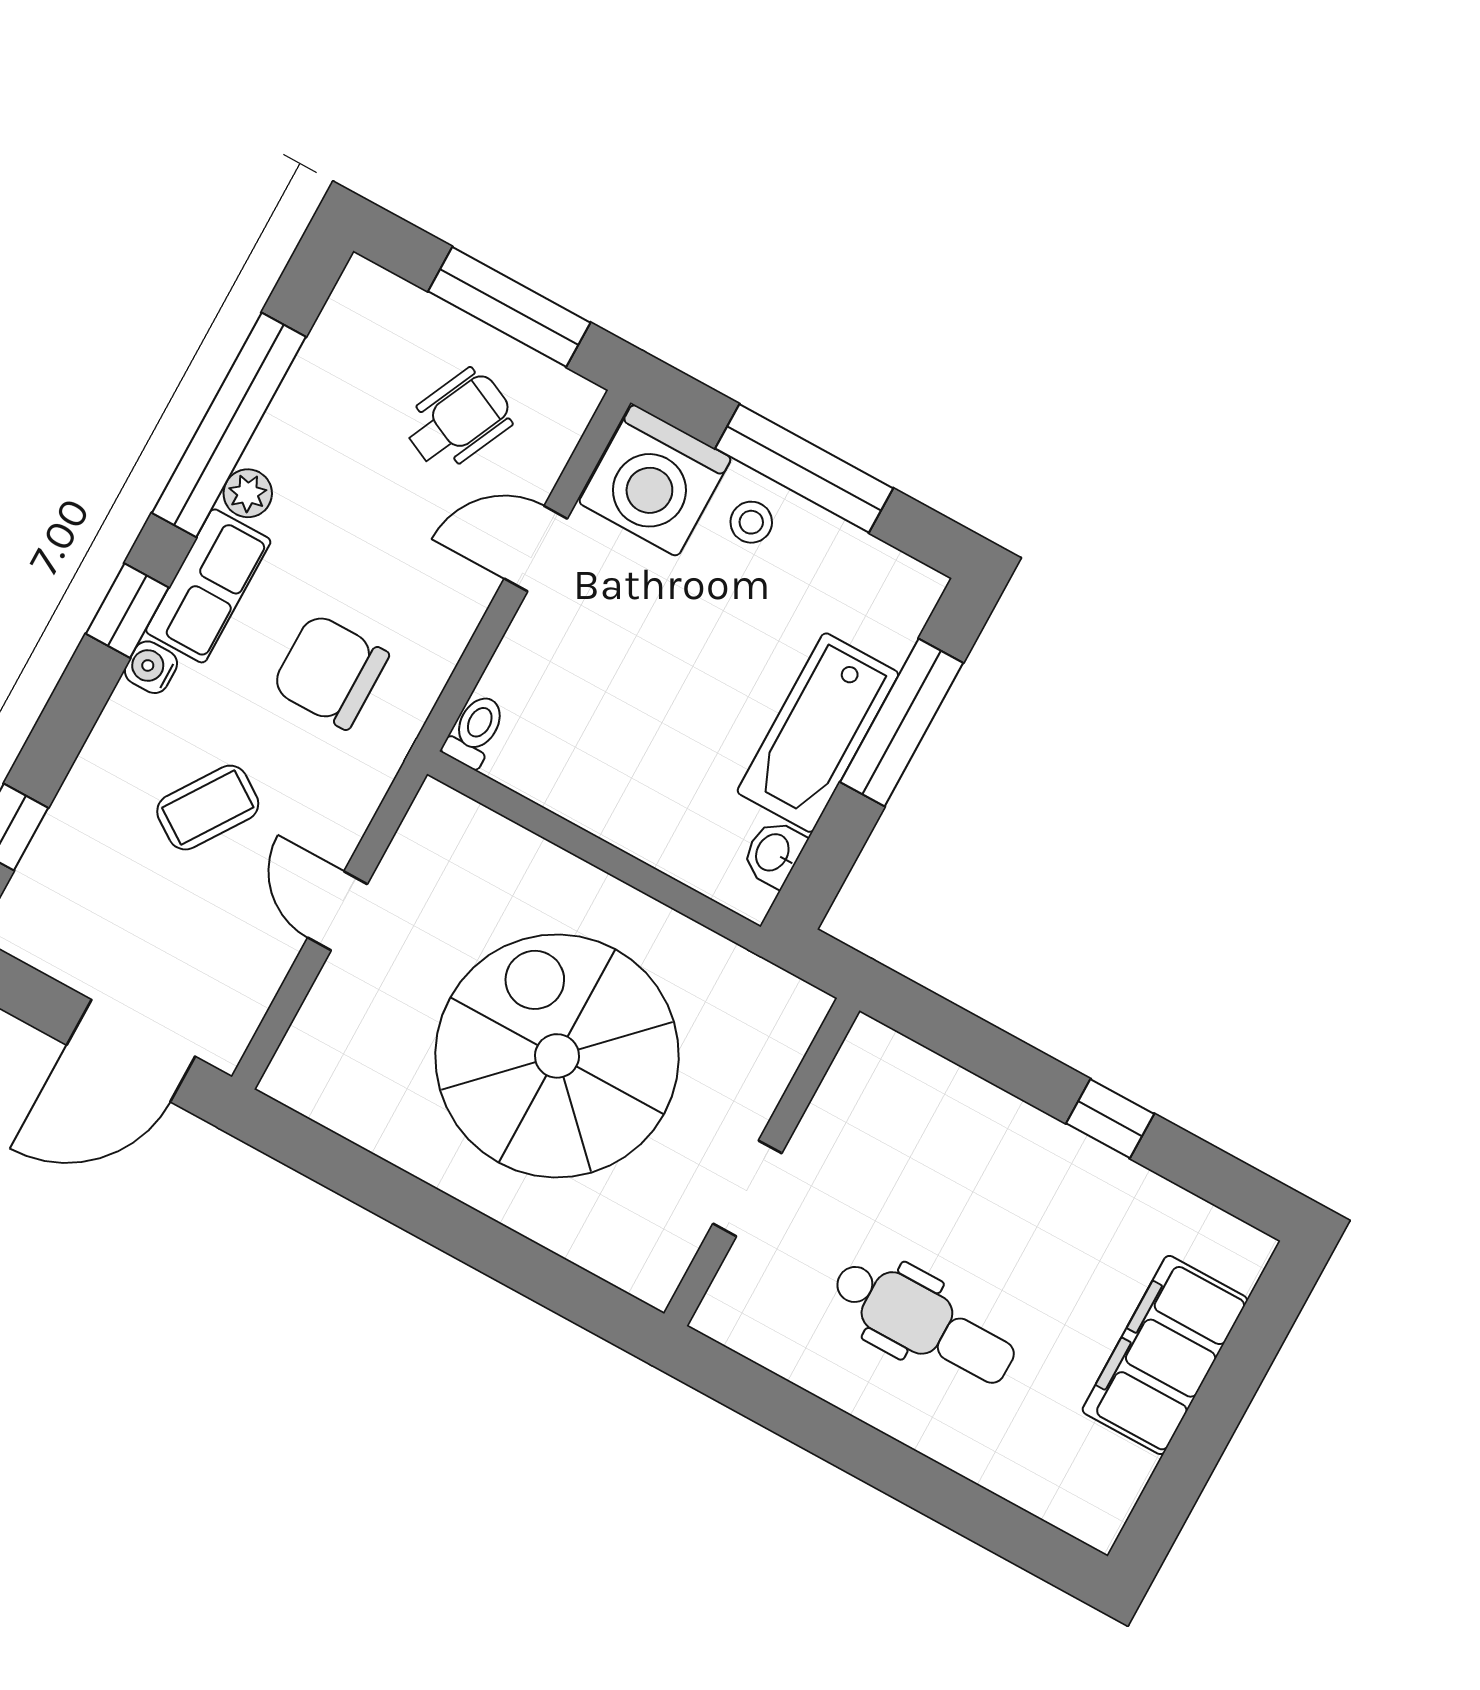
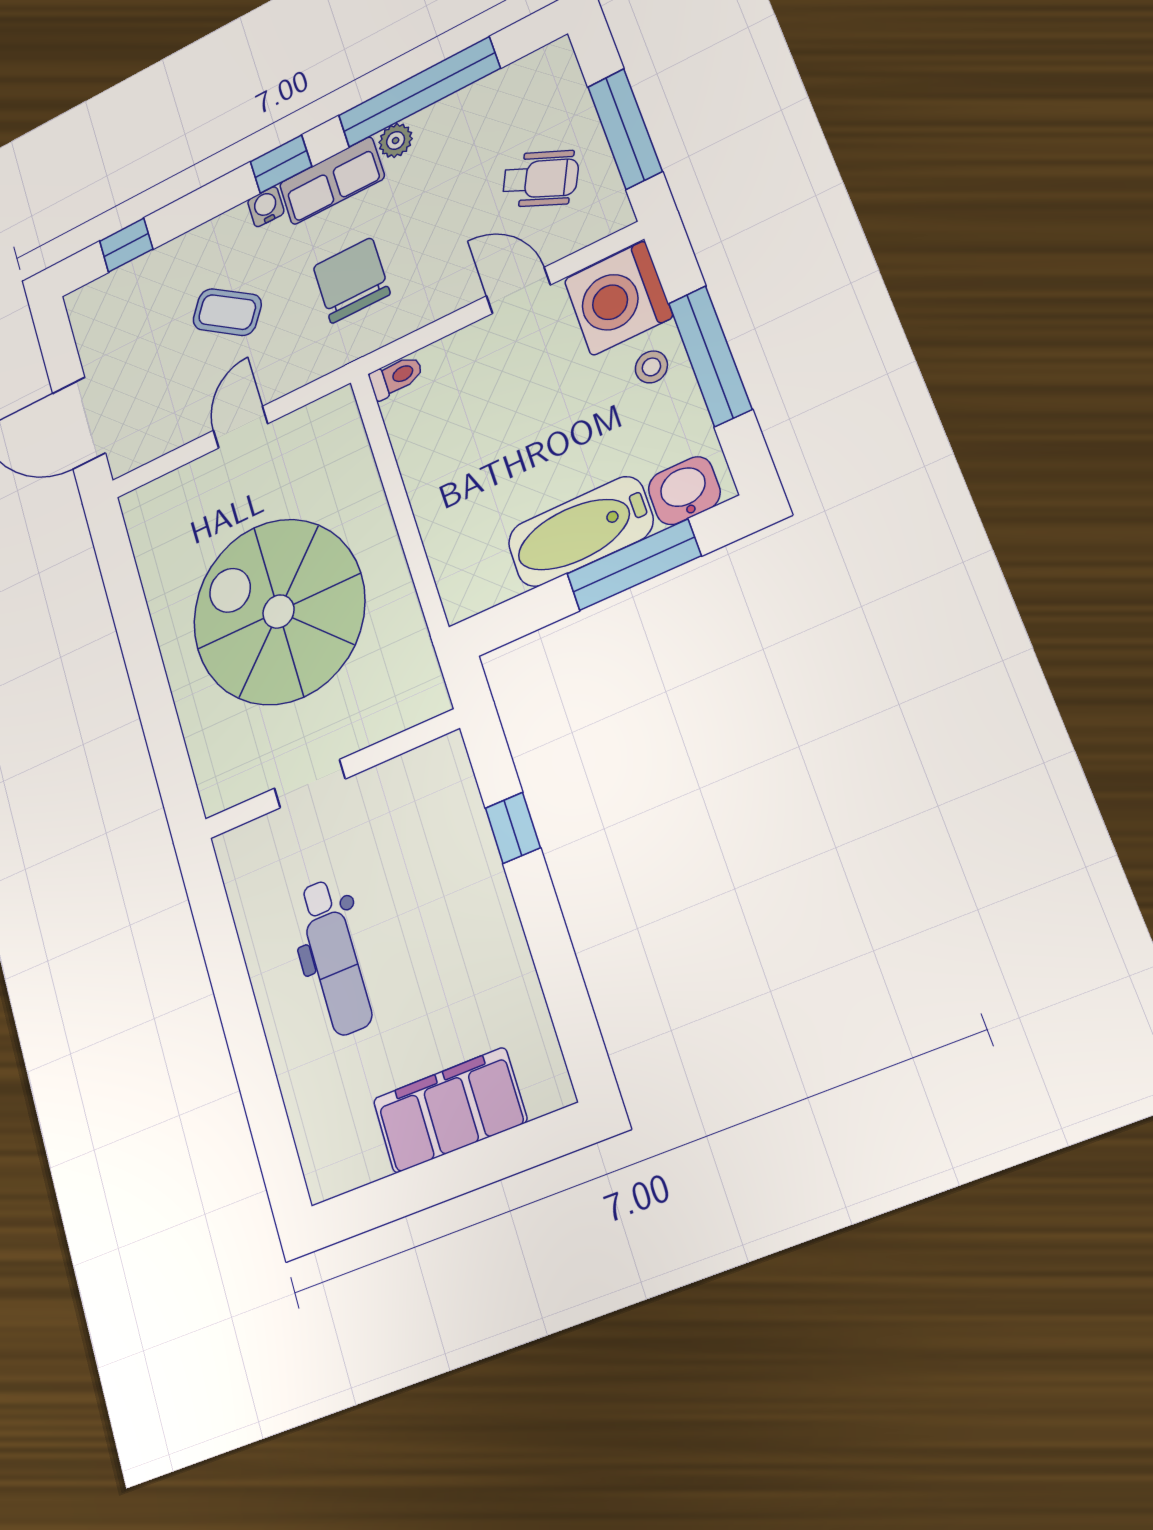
washbasin: (774, 853) -> (684, 491), moved, width x1.38, depth x1.45
spiral stairs: (557, 1056) -> (279, 612), turned -90
window: (1110, 1119) -> (513, 828), moved

